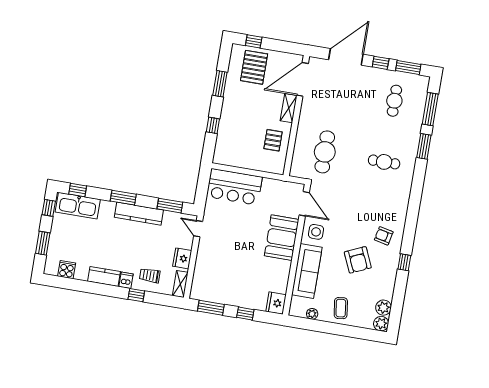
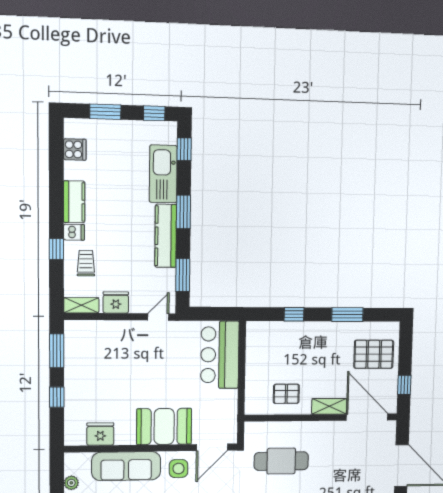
window: (254, 41) -> (404, 385), moved
kitchen sink: (78, 206) -> (163, 174), moved
fridge: (276, 303) -> (100, 434), moved

